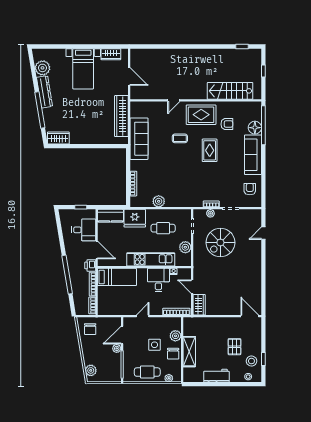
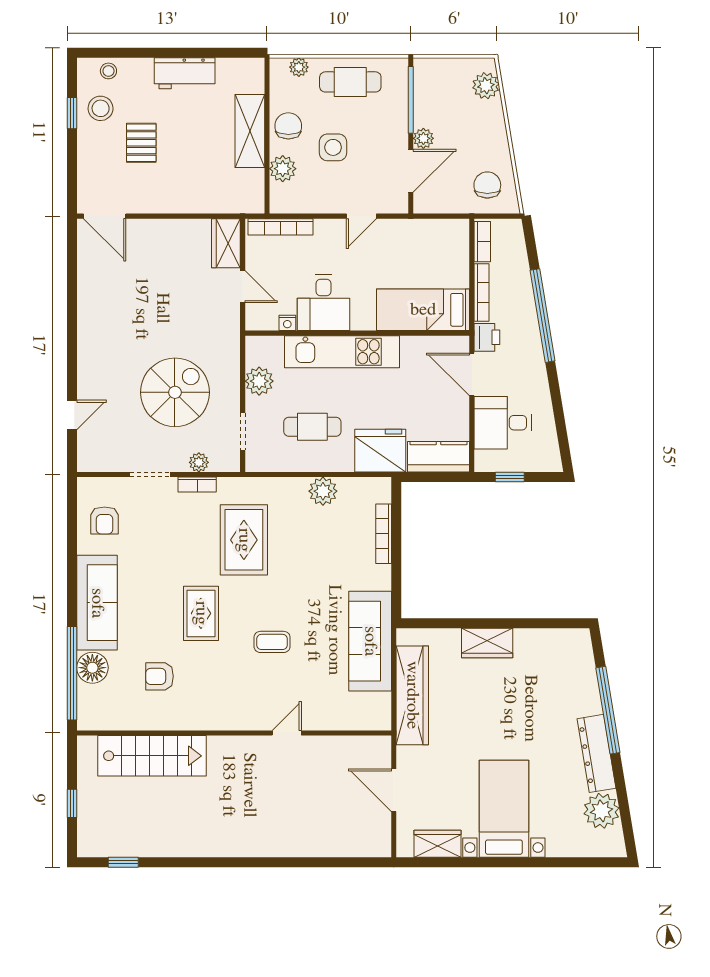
rug: (201, 115) -> (244, 540), moved, turned 90
wardrobe: (58, 138) -> (487, 643), moved

